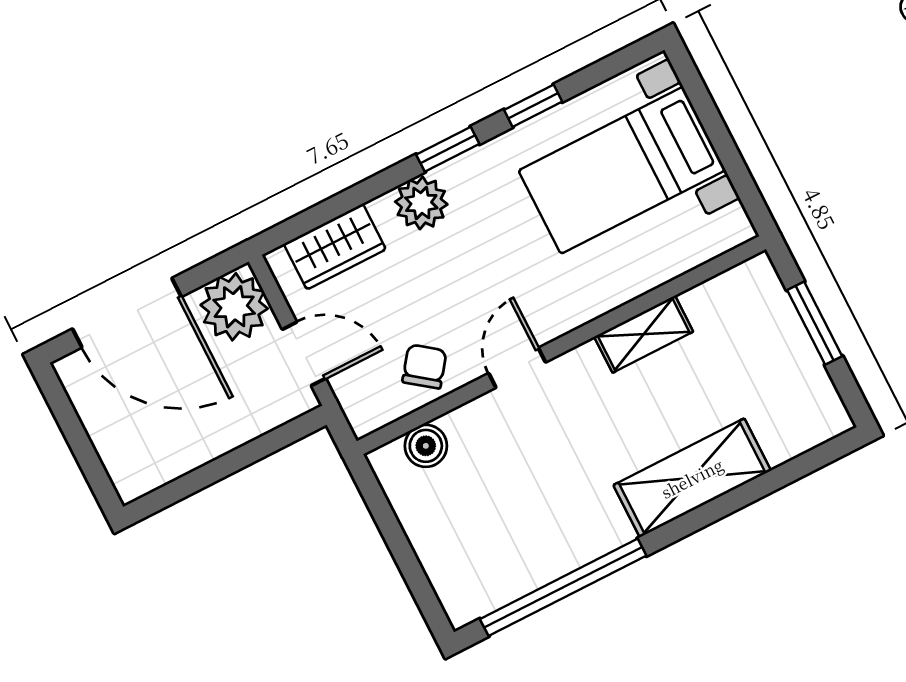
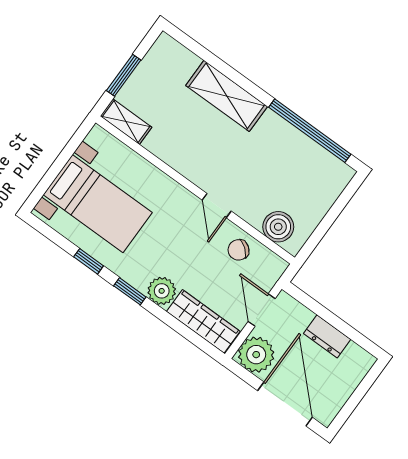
wardrobe: (335, 247) -> (203, 321), width x1.50
shelving: (644, 334) -> (126, 122), moved
door: (517, 368) -> (217, 206), hinge flipped
dresser: (204, 441) -> (327, 336), added
boiler: (426, 446) -> (278, 227), width x1.36, depth x1.36

